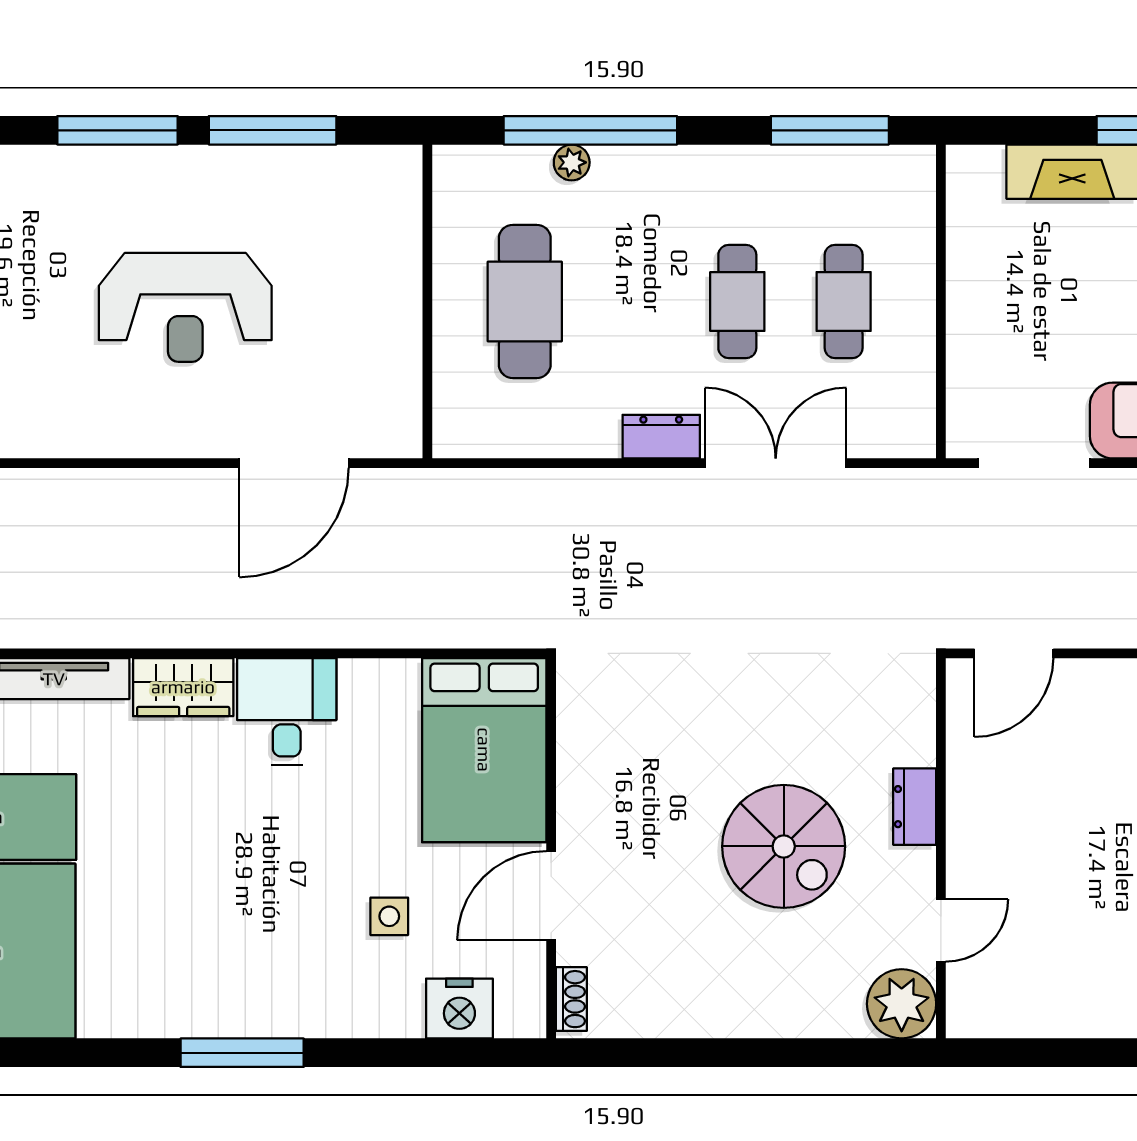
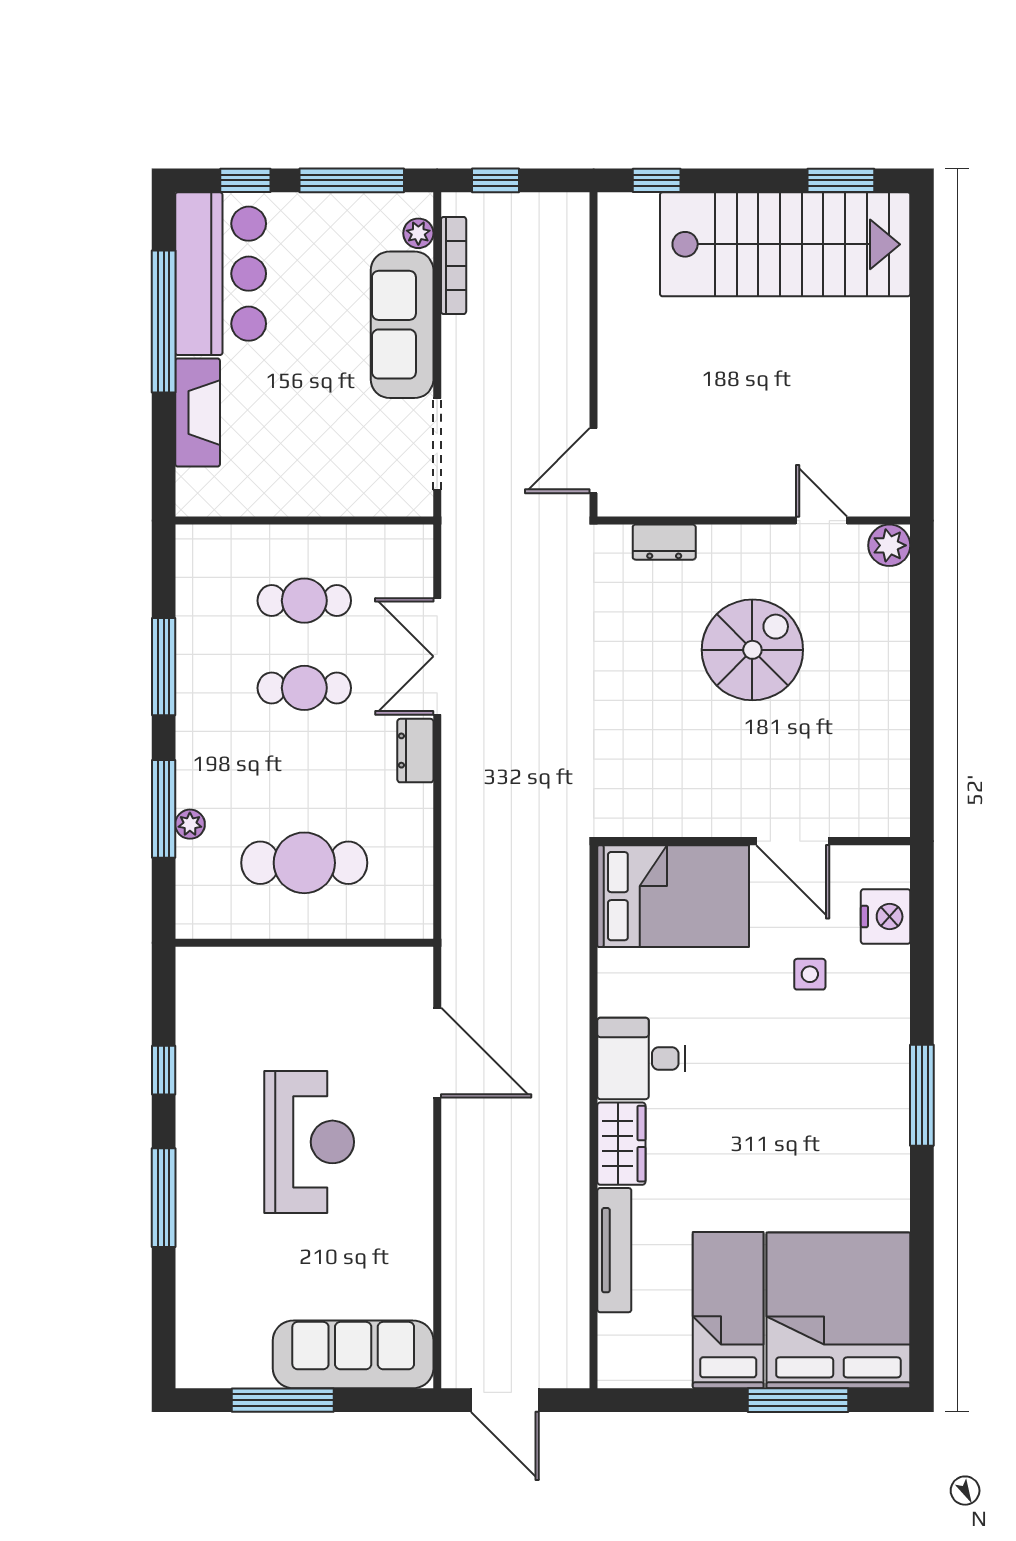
window: (273, 130) -> (164, 1070), width x0.46
window: (590, 130) -> (164, 809), width x0.68
window: (830, 130) -> (164, 667), moved
door: (1014, 653) -> (594, 461), swing flipped
dresser: (915, 807) -> (664, 542), moved
shoe rack: (571, 999) -> (878, 824), removed
plant: (902, 1004) -> (889, 545), width x0.73, depth x0.73

